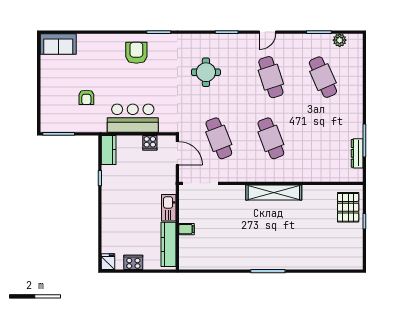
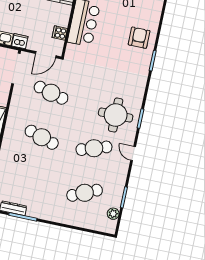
armchair: (136, 53) -> (139, 38), turned -90
round table: (206, 72) -> (116, 115), moved, width x1.36, depth x1.36
cafe table: (219, 138) -> (51, 93), turned 36
cafe table: (271, 138) -> (42, 137), turned 39
dishwasher: (168, 185) -> (20, 41), added

